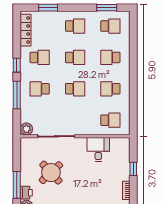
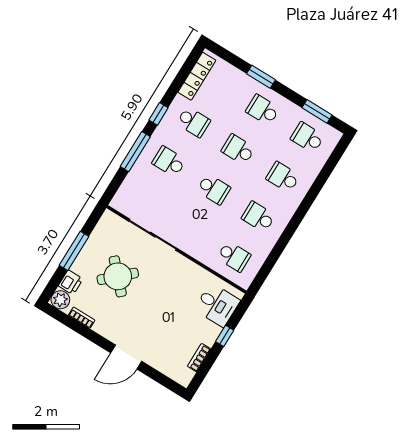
window: (48, 8) -> (261, 77), moved
school desk: (75, 26) -> (263, 110), turned 180
school desk: (110, 26) -> (307, 137), turned 180
school desk: (75, 57) -> (238, 150), turned 180
plant: (26, 129) -> (121, 202), removed
desk: (98, 149) -> (217, 305), moved, turned 90
window: (17, 185) -> (74, 251), moved

